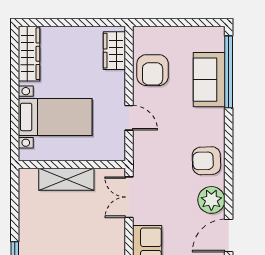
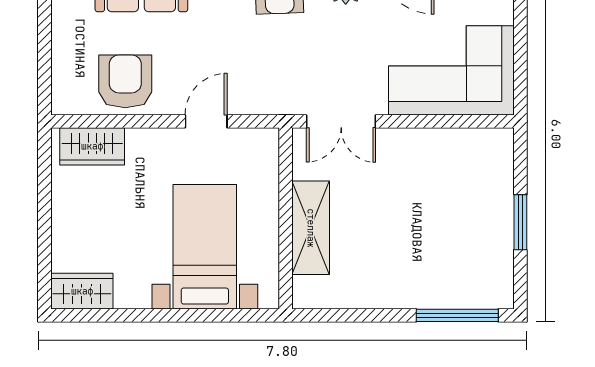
wardrobe: (29, 54) -> (82, 291), width x0.67
armchair: (153, 70) -> (125, 81), turned -90

